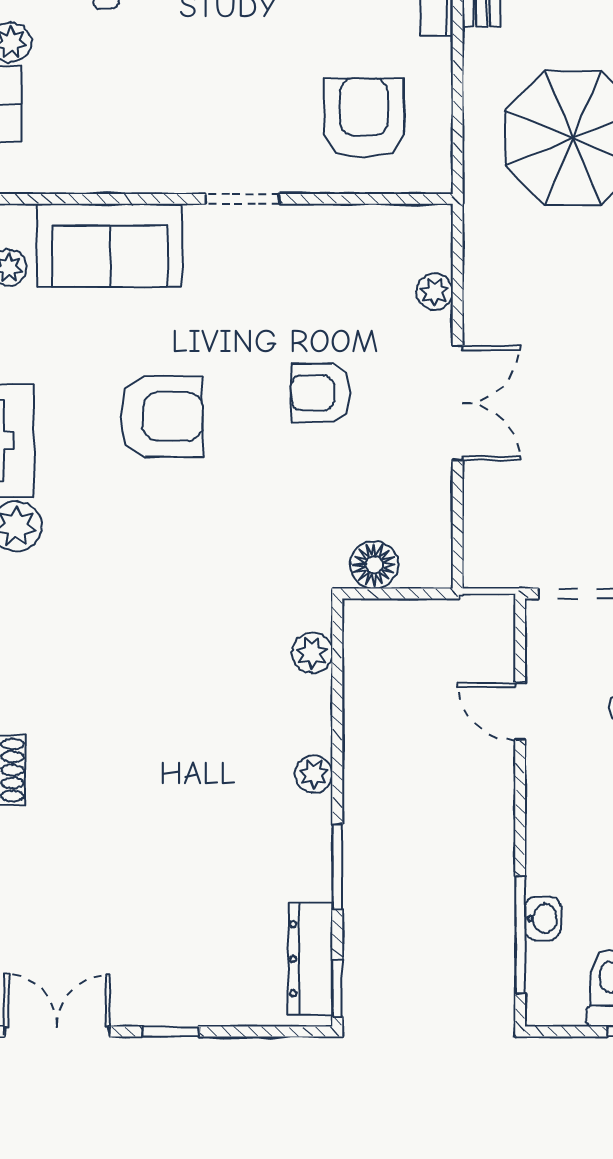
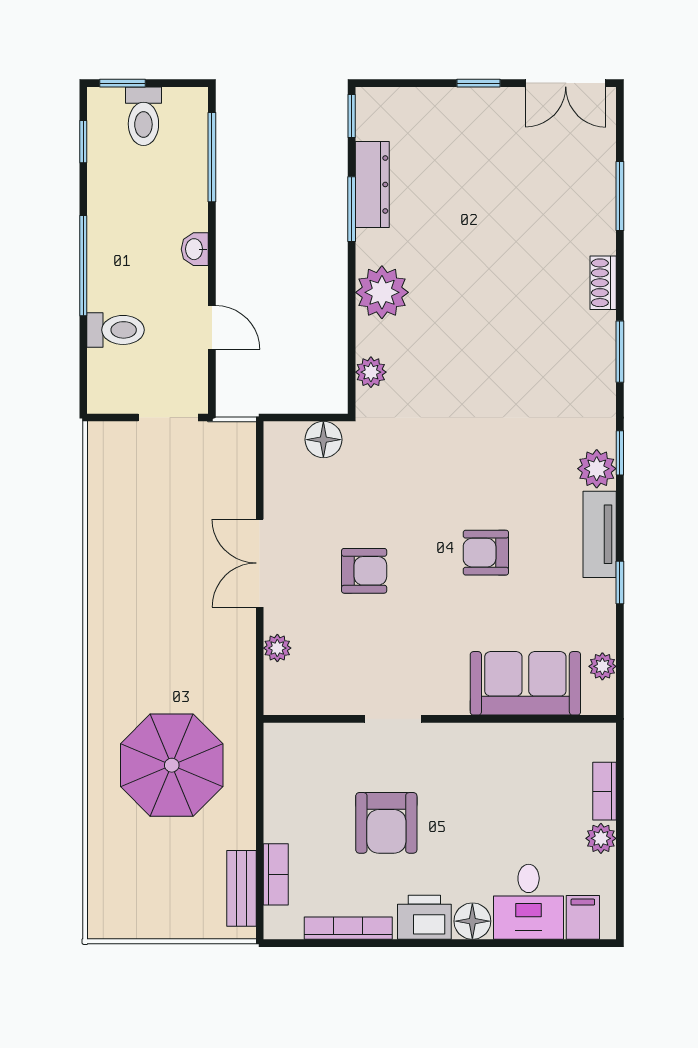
armchair: (364, 118) -> (386, 823), moved
doorway: (242, 199) -> (393, 719), moved
armchair: (161, 417) -> (486, 553), width x0.72, depth x0.72
plant: (314, 774) -> (382, 292), width x1.88, depth x1.88
washbasin: (543, 918) -> (195, 249), moved
dresser: (310, 959) -> (372, 184), moved

